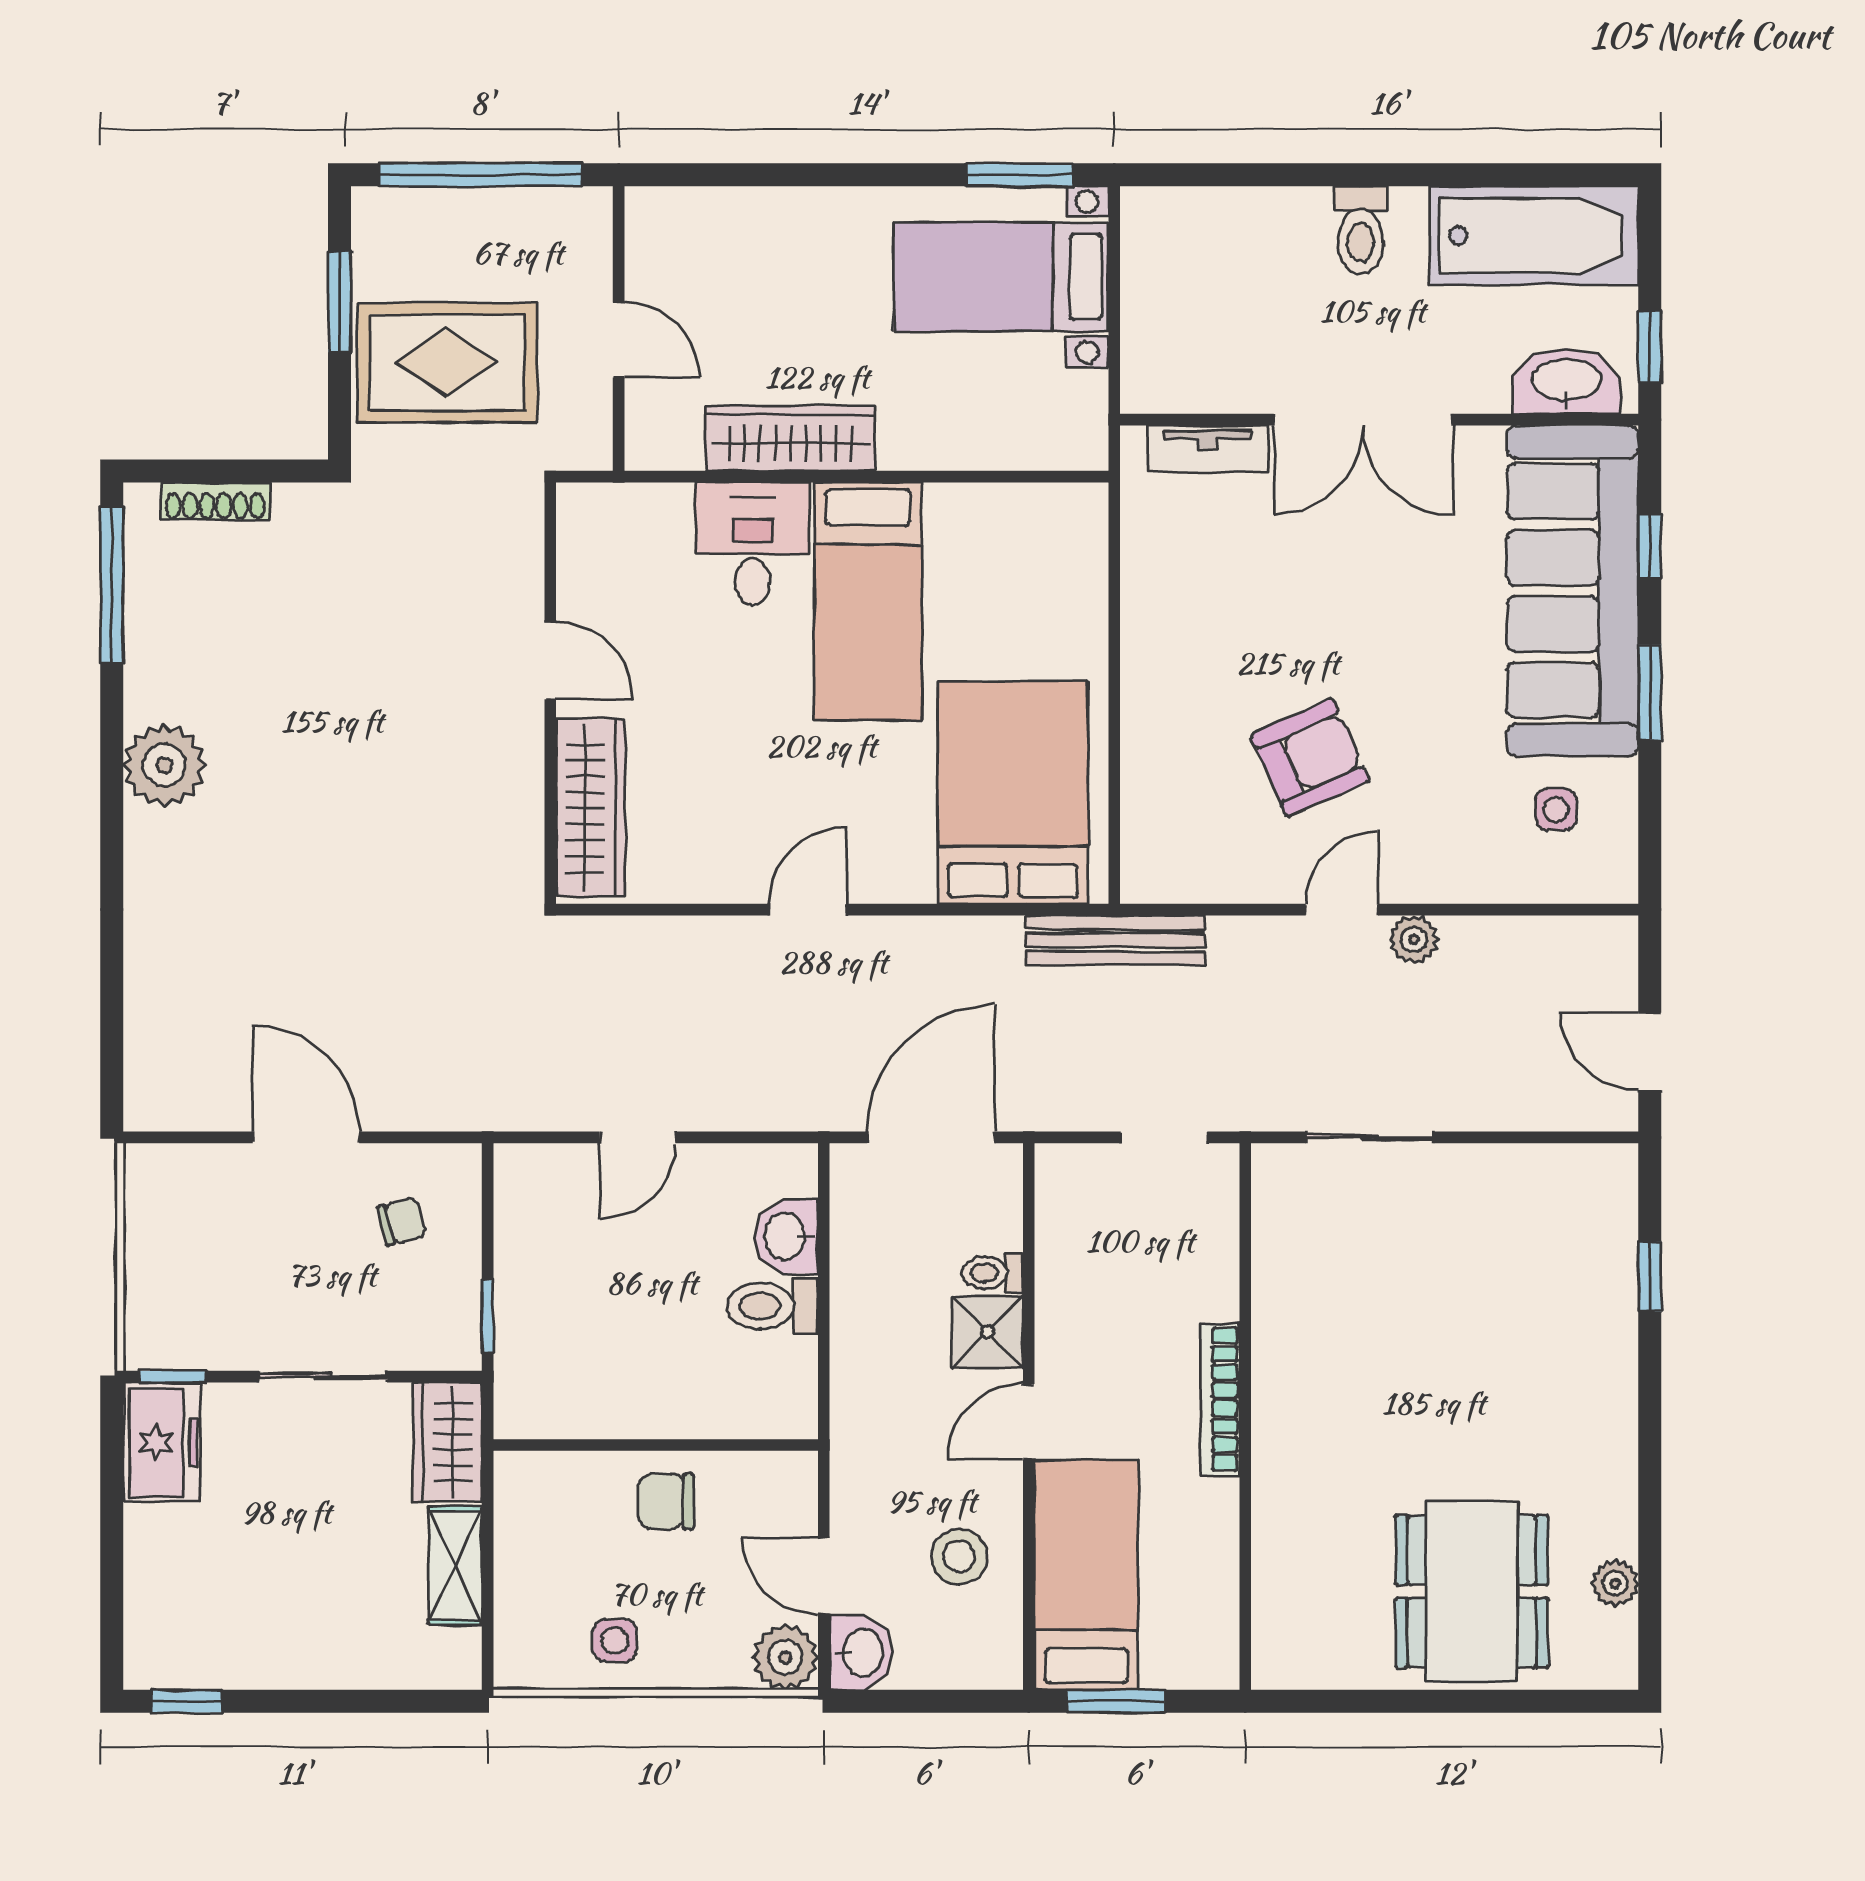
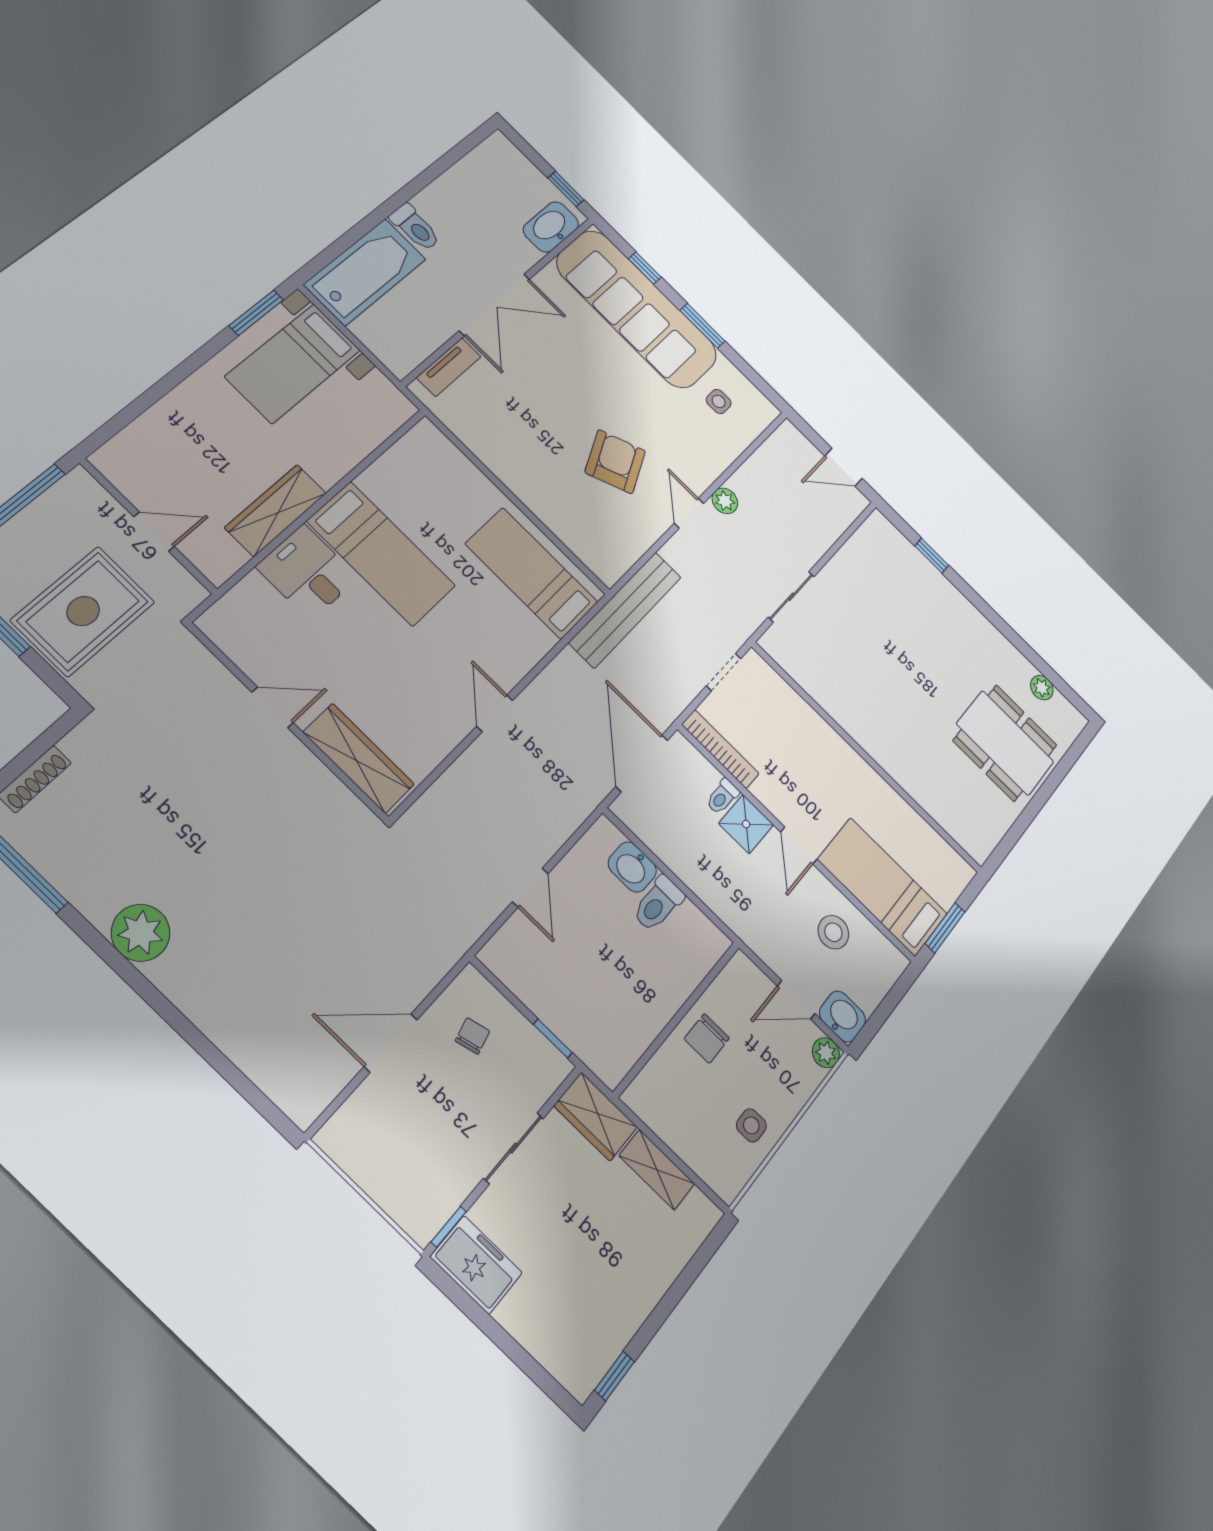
bathtub: (1534, 235) -> (365, 272), moved
bed: (1013, 793) -> (532, 573), width x0.67
bench: (1115, 940) -> (626, 610), width x1.37, depth x1.21
bookcase: (1220, 1399) -> (720, 749), moved, turned 180
plant: (785, 1657) -> (826, 1053), width x0.73, depth x0.73

